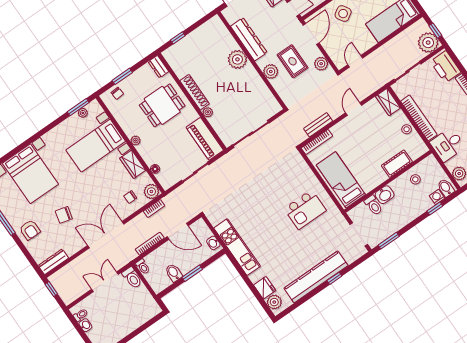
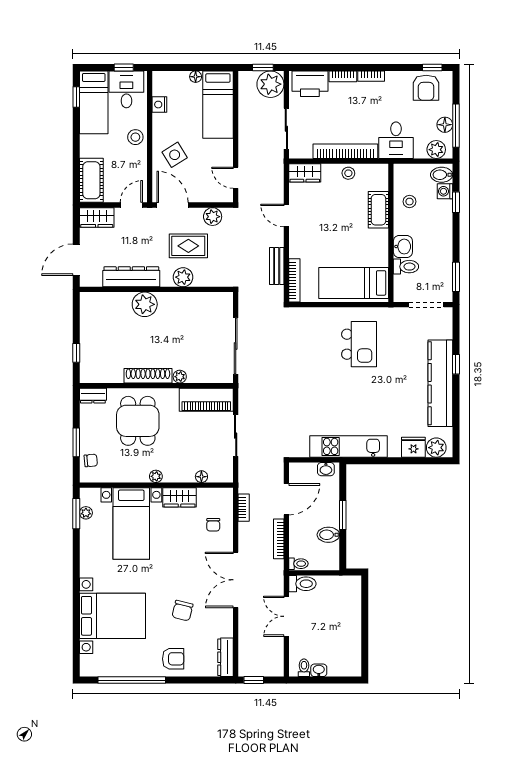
plant: (151, 192) -> (223, 498), removed

